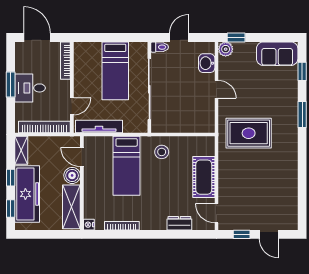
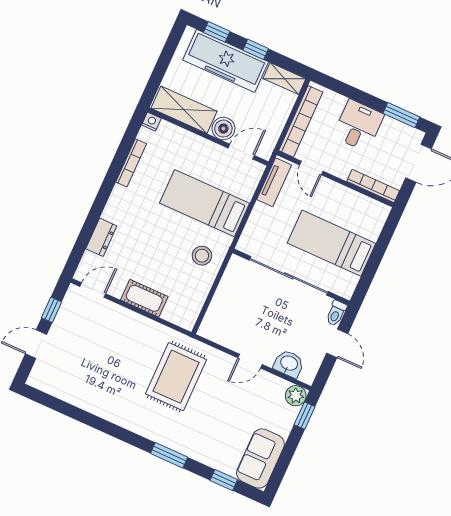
window: (11, 85) -> (401, 115), moved
tv unit: (99, 126) -> (274, 182), width x0.71
cot: (204, 177) -> (144, 298), width x0.73, depth x0.75

